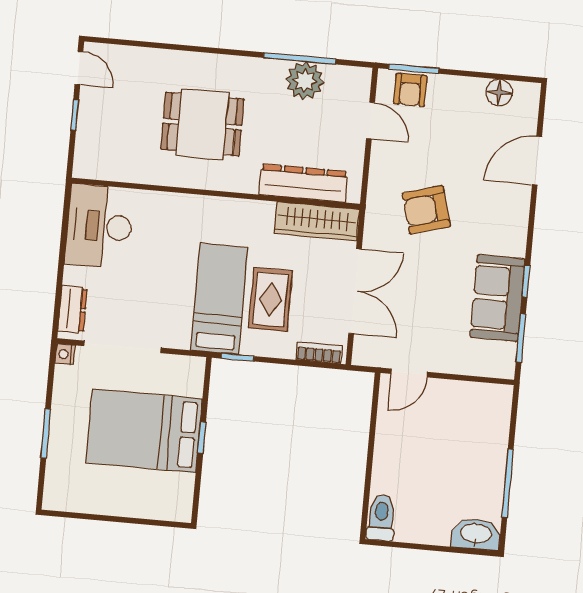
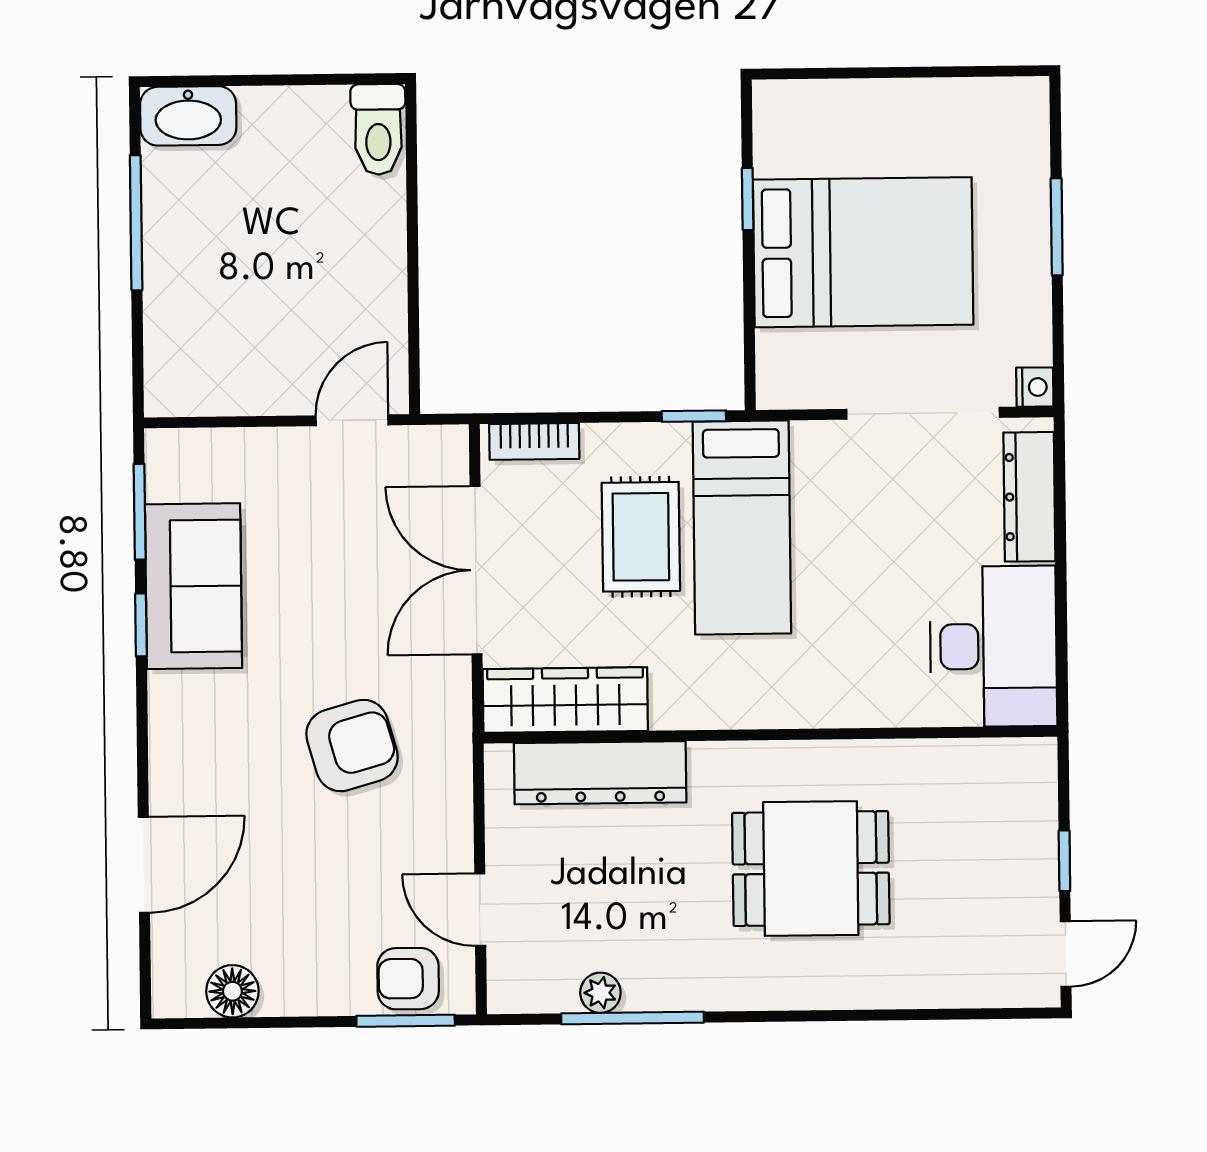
door: (79, 68) -> (1066, 954), swing flipped
plant: (305, 81) -> (600, 993), width x0.53, depth x0.53
armchair: (410, 90) -> (408, 979), turned -90
dresser: (73, 309) -> (1029, 497), width x1.44
window: (202, 438) -> (748, 199), moved

